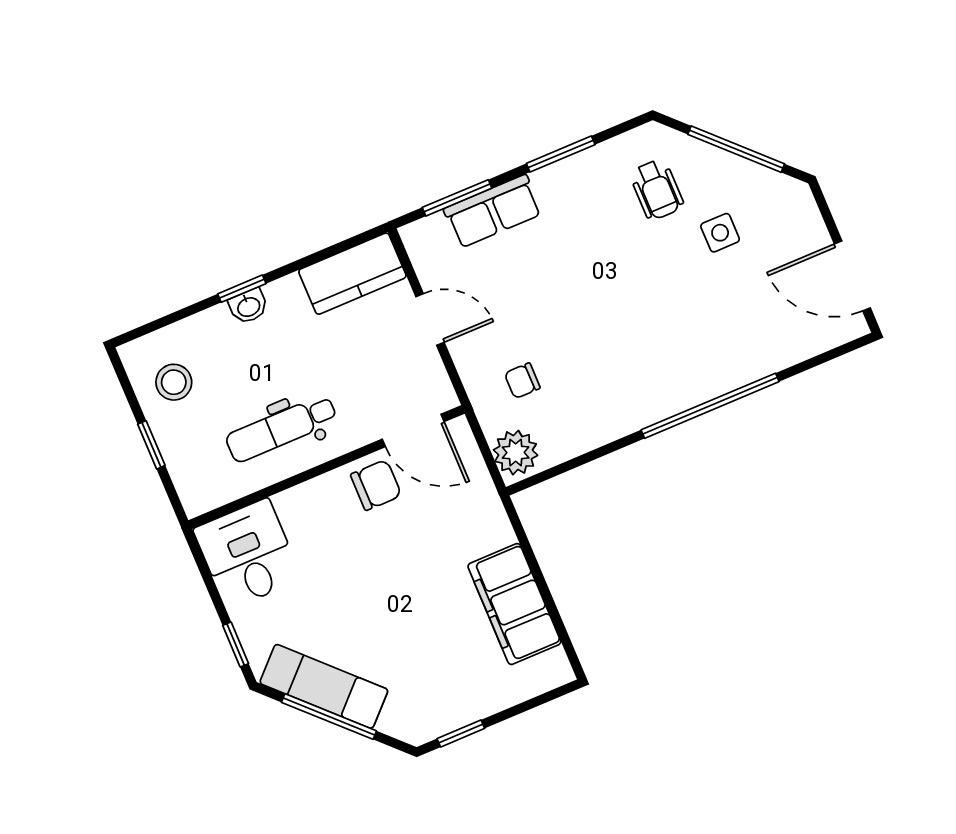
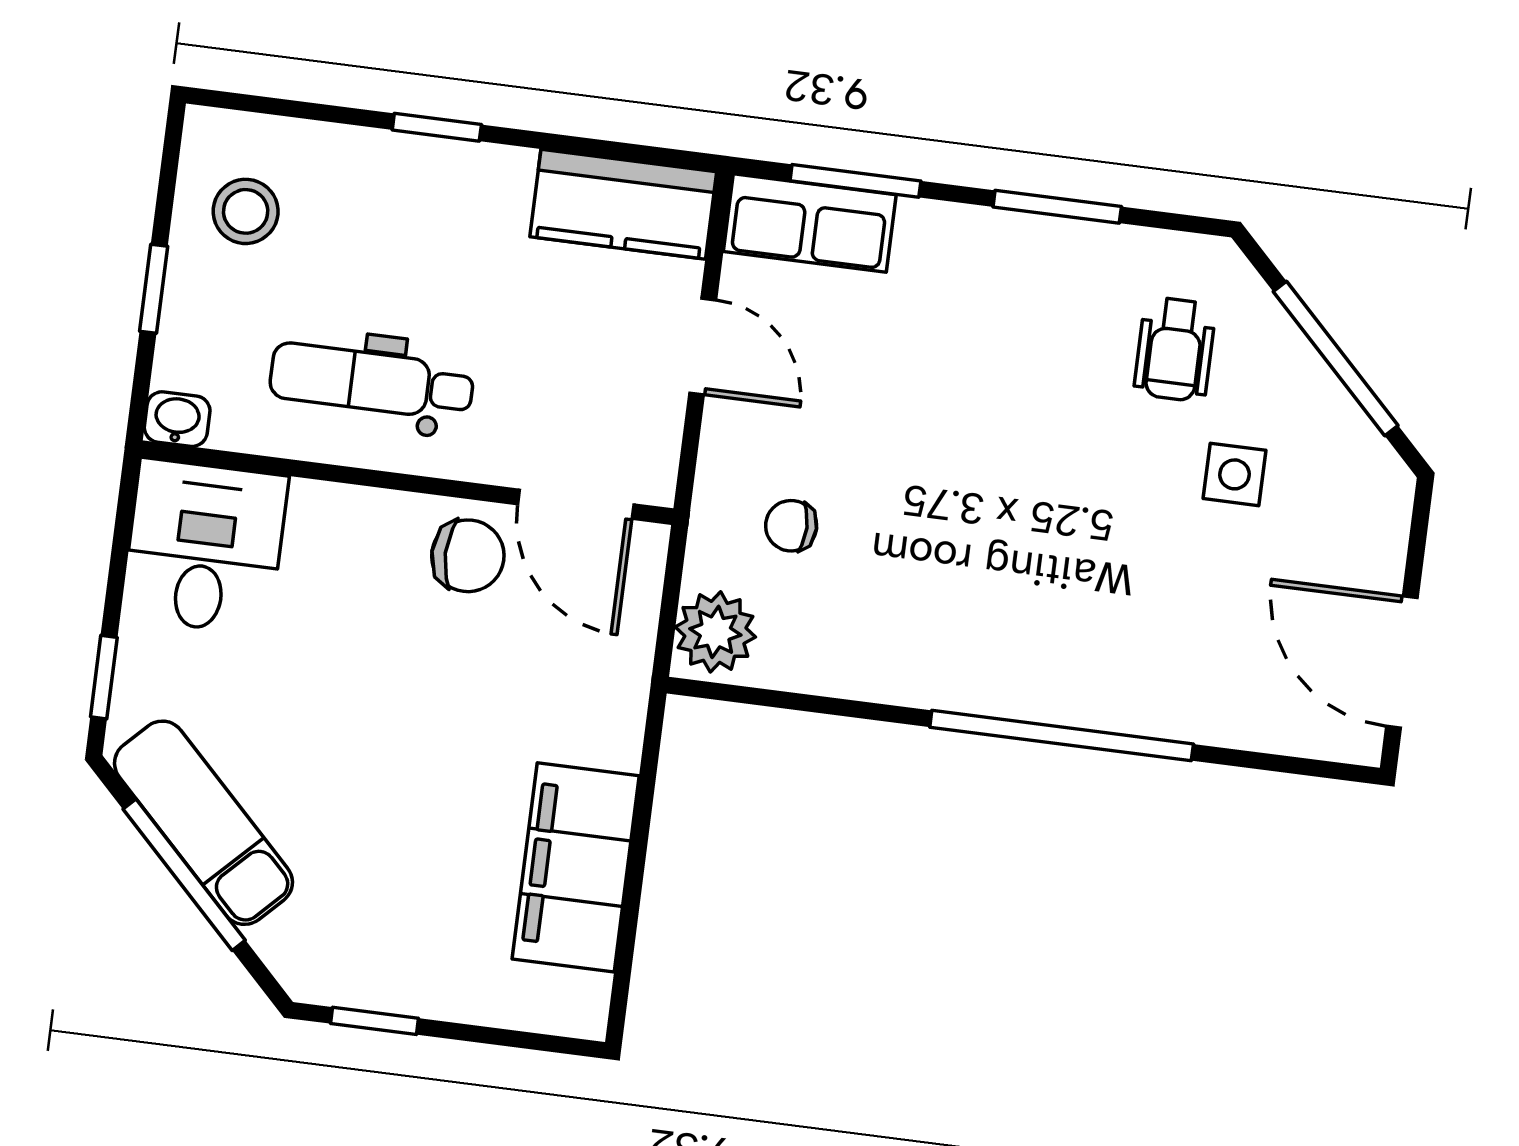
row of seats: (493, 211) -> (810, 223), moved
washbasin: (248, 306) -> (177, 419), moved, turned 180

